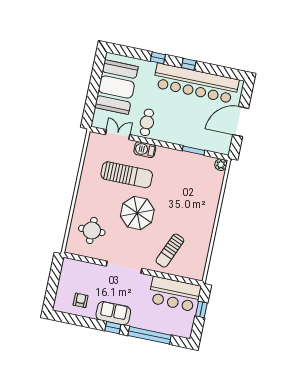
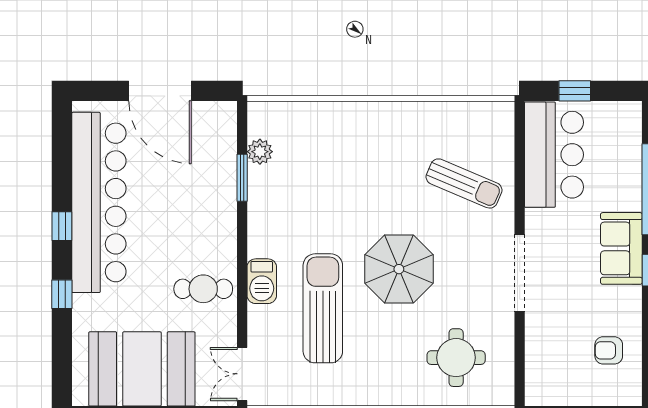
double door: (118, 135) -> (242, 374), moved
plant: (221, 165) -> (260, 152), moved
sofa: (113, 313) -> (621, 248), moved

